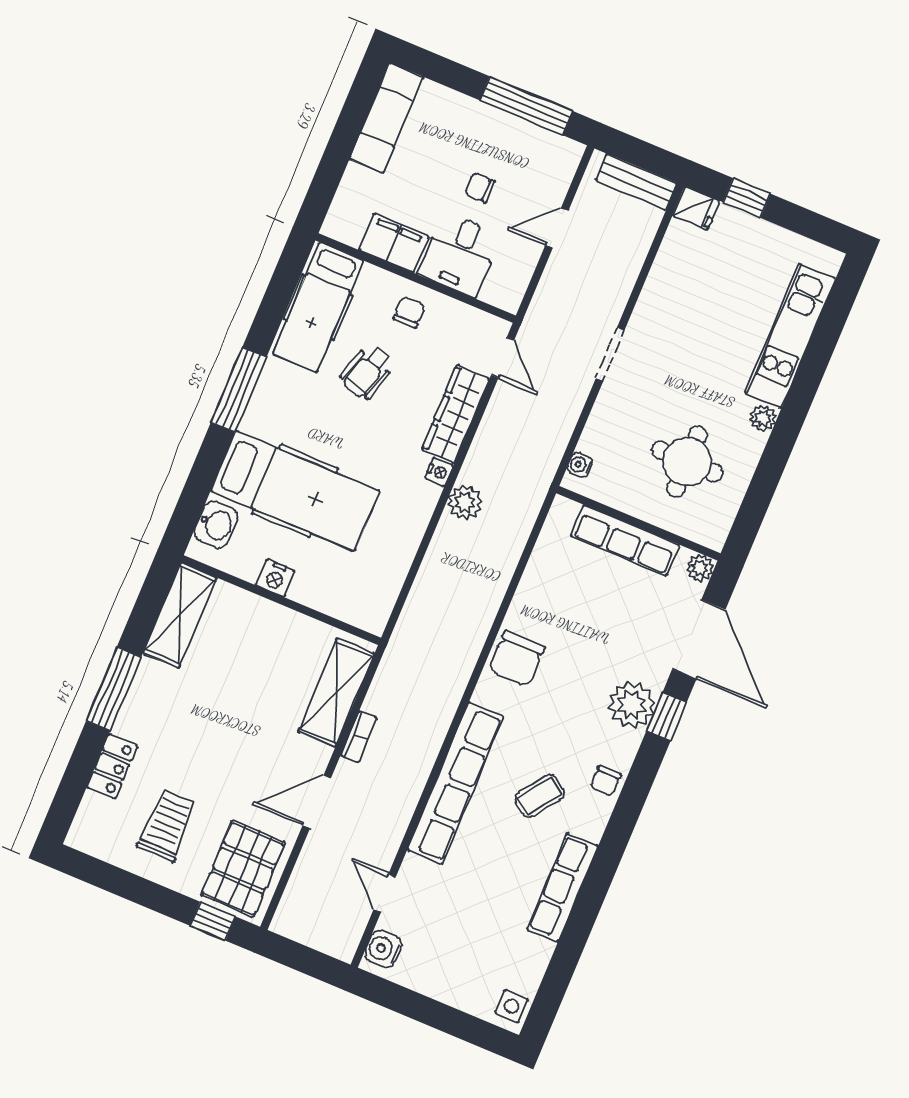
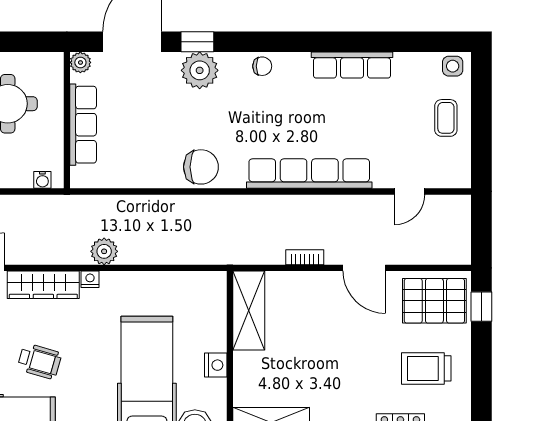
shelving: (336, 693) -> (249, 311), moved, turned 90
coffee table: (540, 796) -> (446, 118), moved, turned 54
water cooler: (383, 949) -> (450, 176), removed

